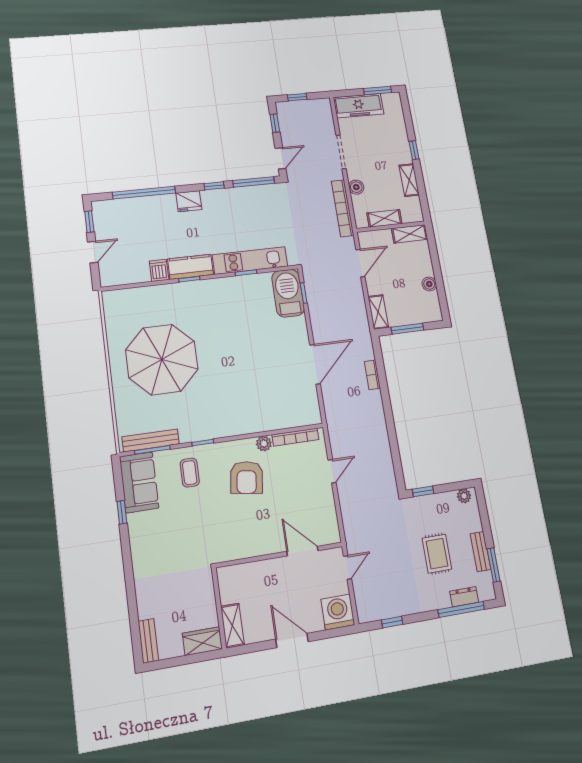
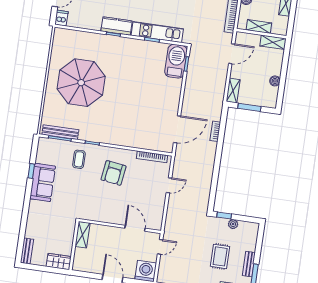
dishwasher: (159, 270) -> (61, 18), moved
door: (315, 364) -> (177, 129), moved
plant: (264, 444) -> (131, 155), removed
sofa: (139, 482) -> (43, 182), moved
plant: (464, 496) -> (233, 224), moved
shelving: (232, 626) -> (83, 235), moved

